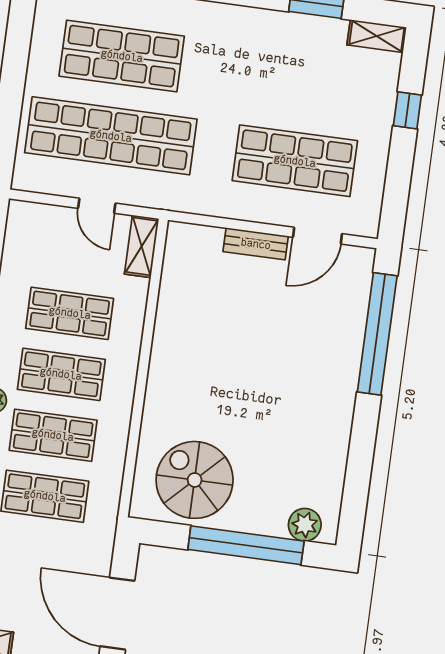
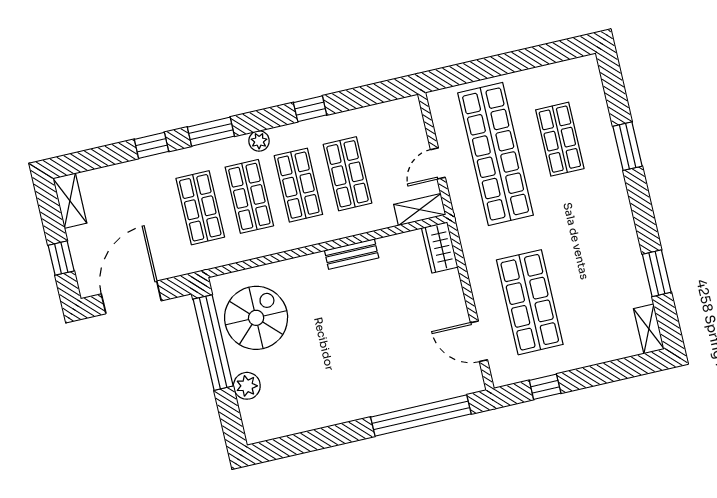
shop shelf: (122, 56) -> (560, 139), width x0.70, depth x0.74
window: (407, 110) -> (545, 387), moved
wardrobe: (193, 240) -> (440, 247), added
bench: (256, 244) -> (352, 254), moved, turned 90
plant: (305, 525) -> (247, 386), moved
window: (246, 545) -> (213, 343), moved

